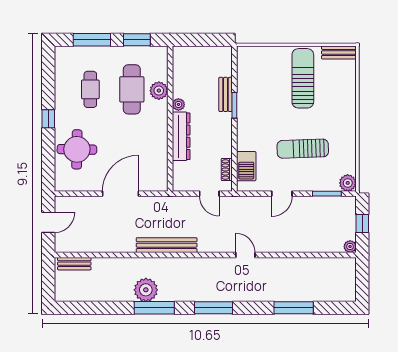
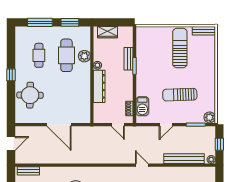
wardrobe: (194, 55) -> (107, 32), added
door: (121, 194) -> (59, 125), swing flipped
bench: (167, 245) -> (184, 159), moved

